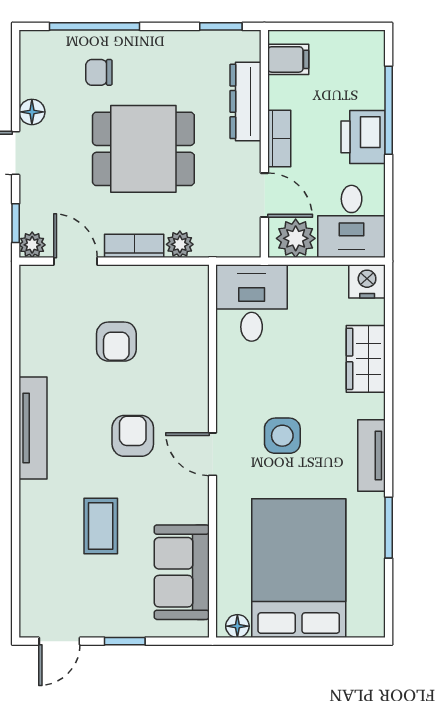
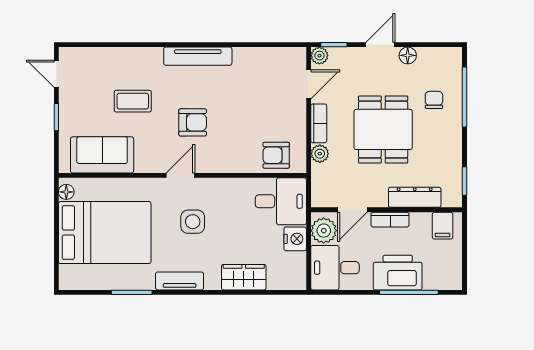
printer: (363, 137) -> (398, 273), width x1.37, depth x1.19
nightstand: (367, 281) -> (295, 239), moved
armchair: (116, 342) -> (276, 155), moved

